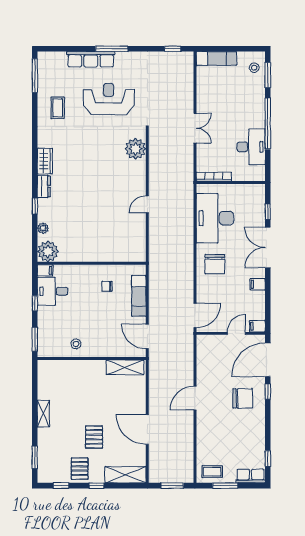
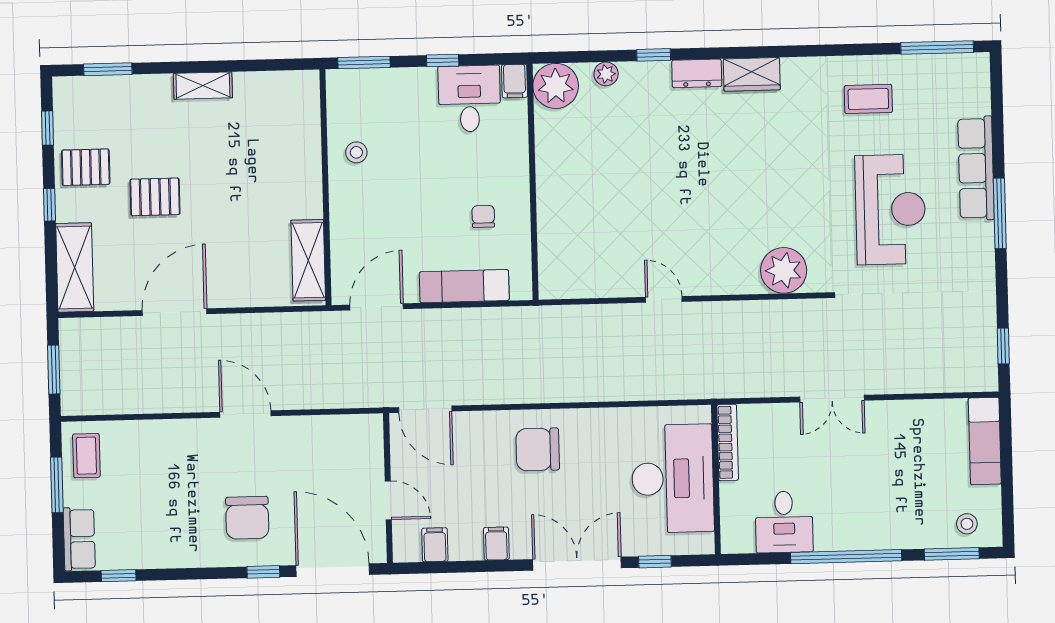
desk: (251, 147) -> (784, 522), width x0.73
desk: (215, 218) -> (673, 479), moved, turned 90
filing cabinet: (257, 326) -> (435, 545), moved

